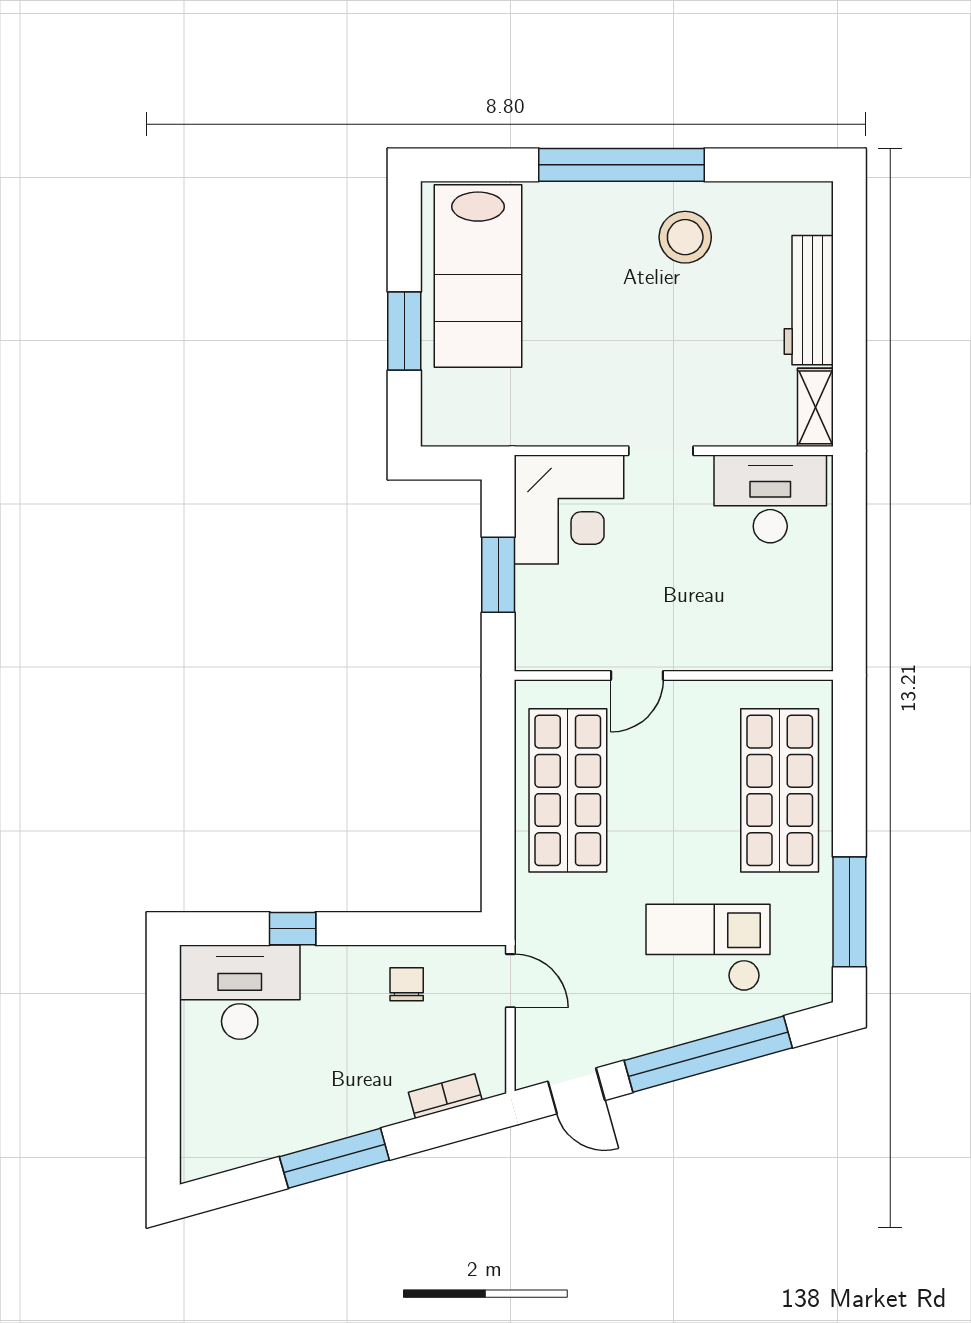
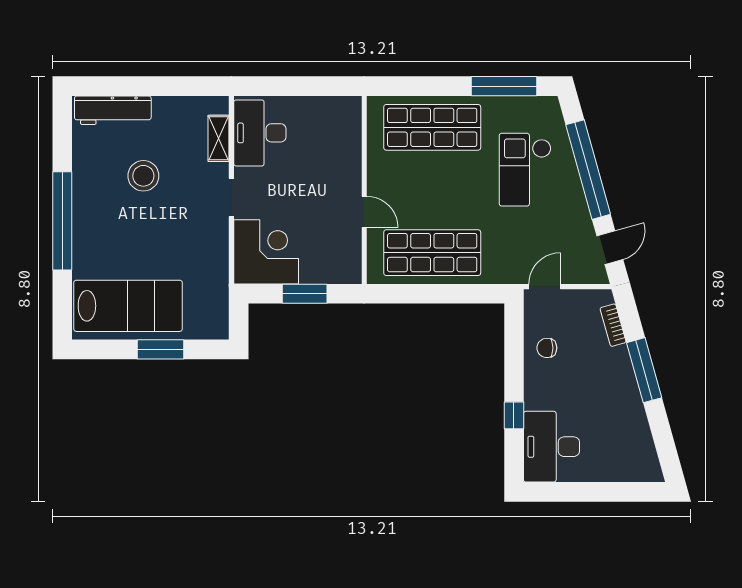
stool: (685, 237) -> (143, 176), moved
workbench: (809, 300) -> (113, 110), moved
shelving: (815, 407) -> (218, 138), moved, turned 90
window: (334, 1158) -> (644, 370), moved

